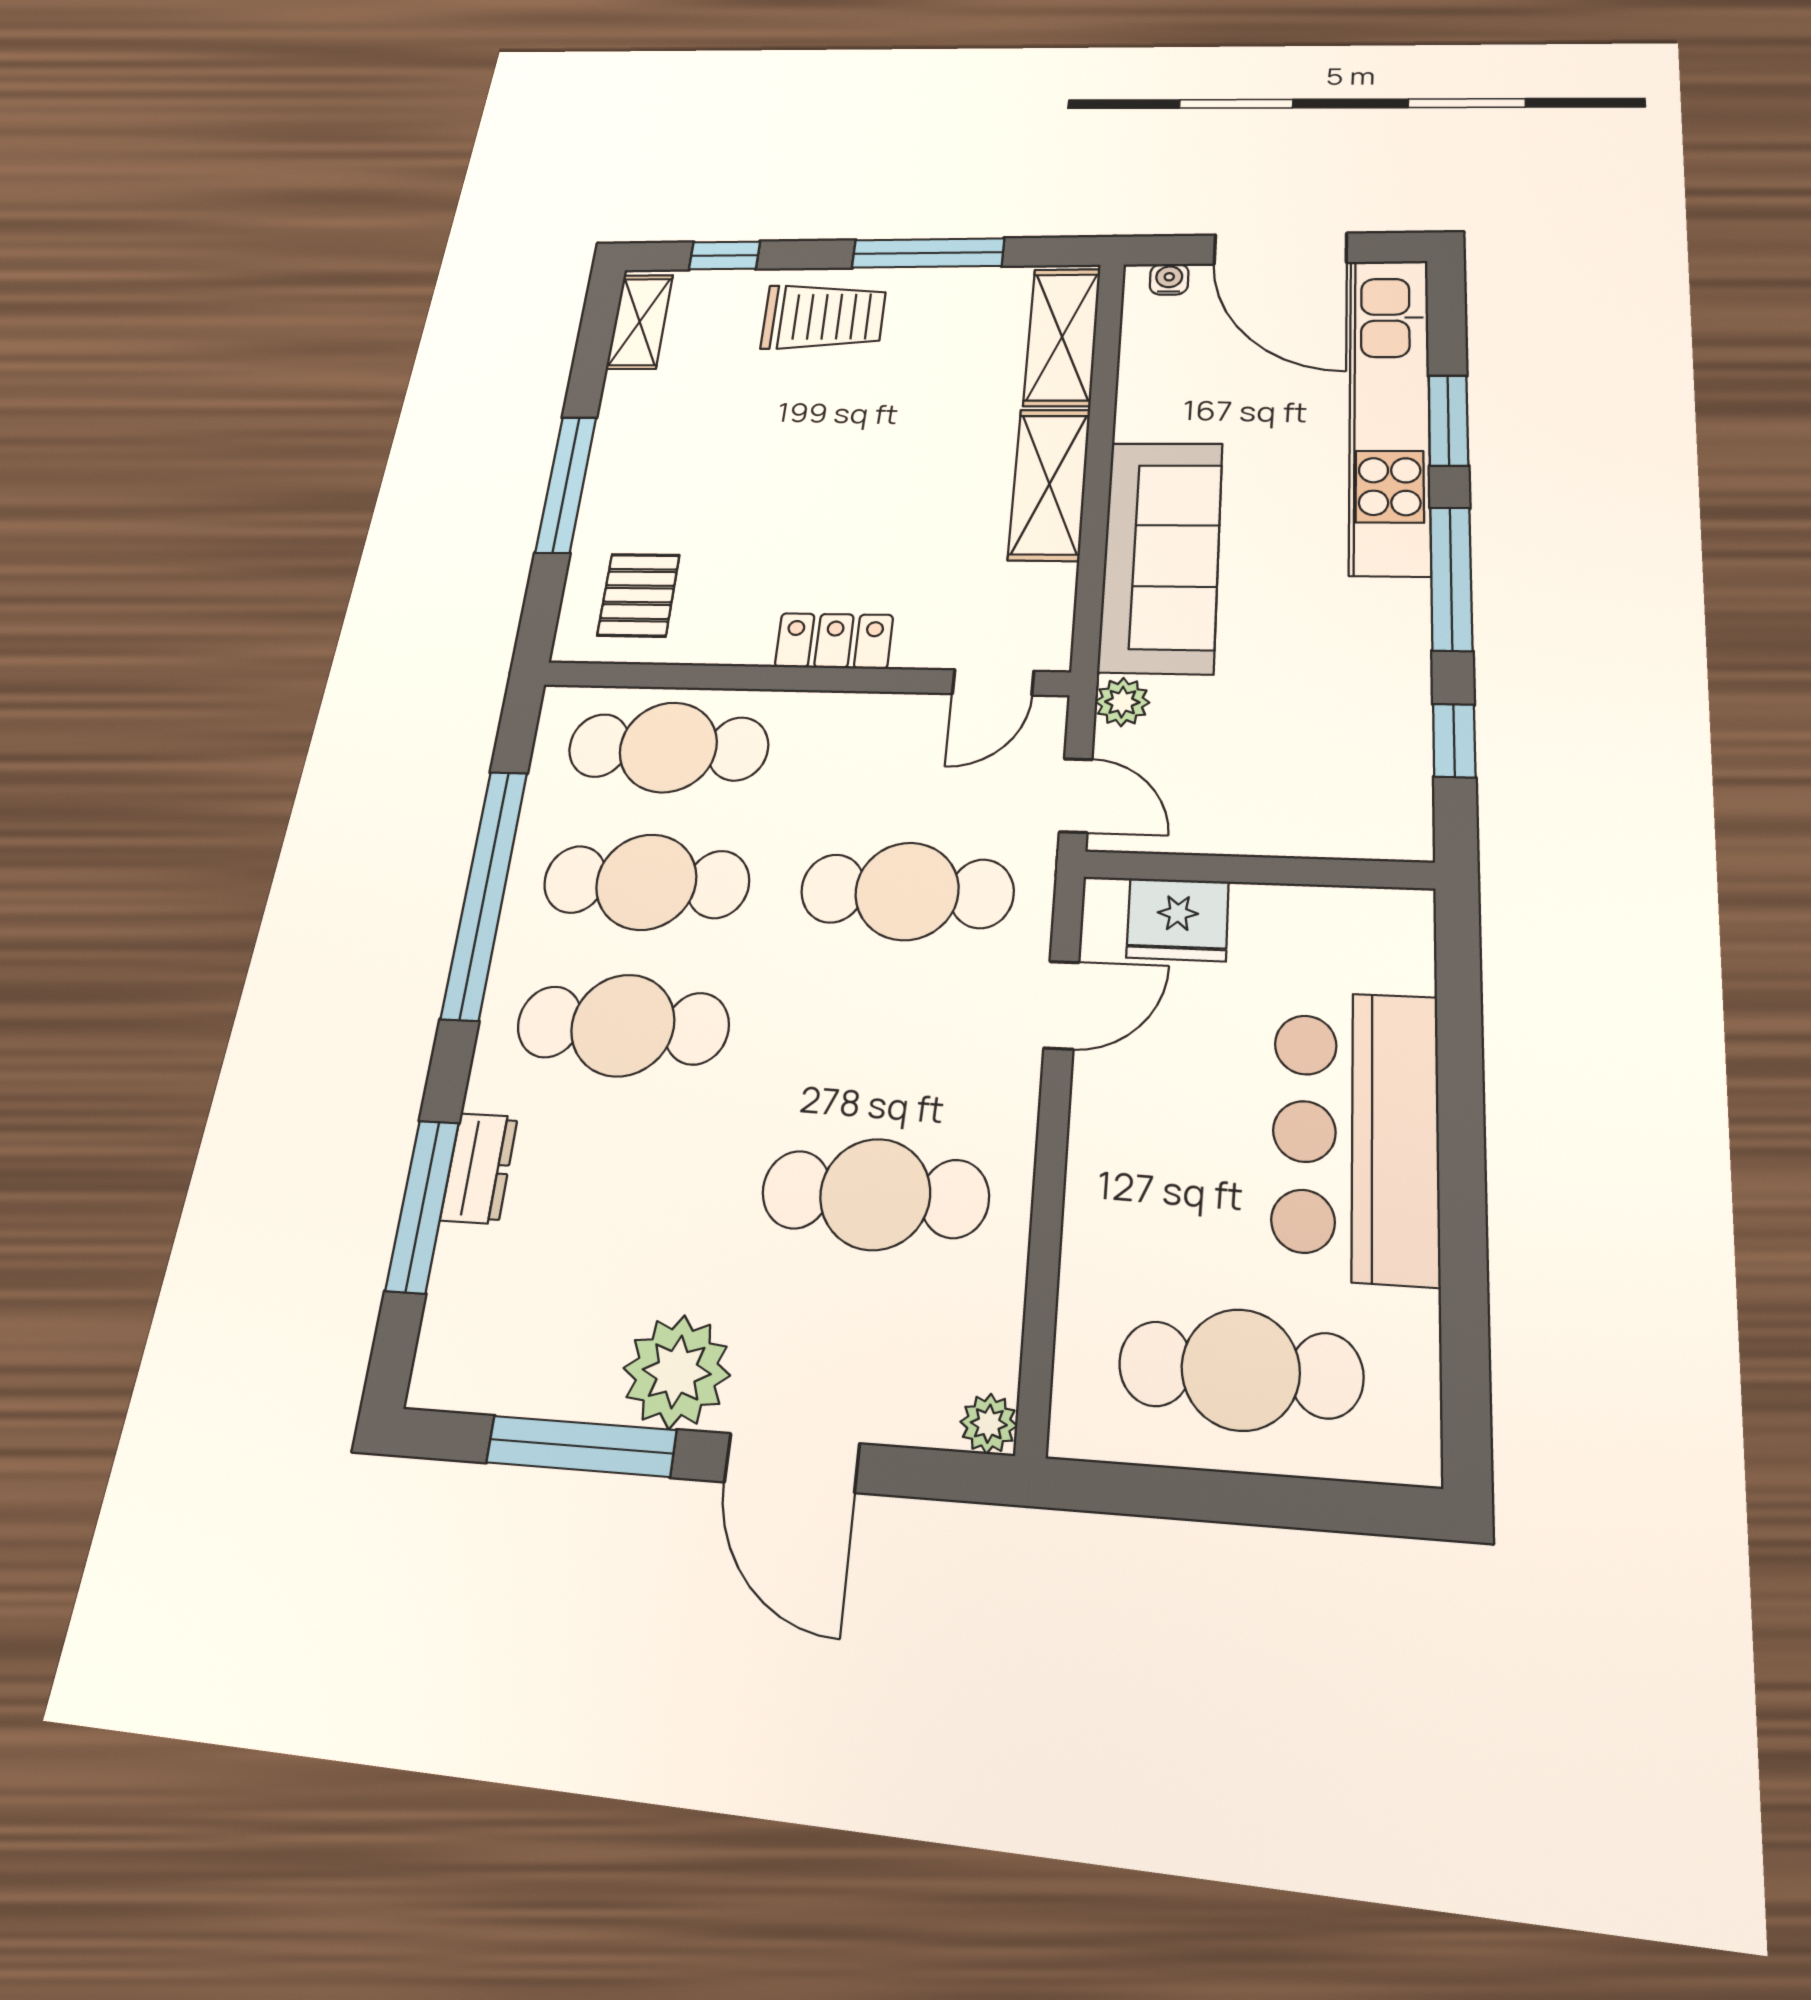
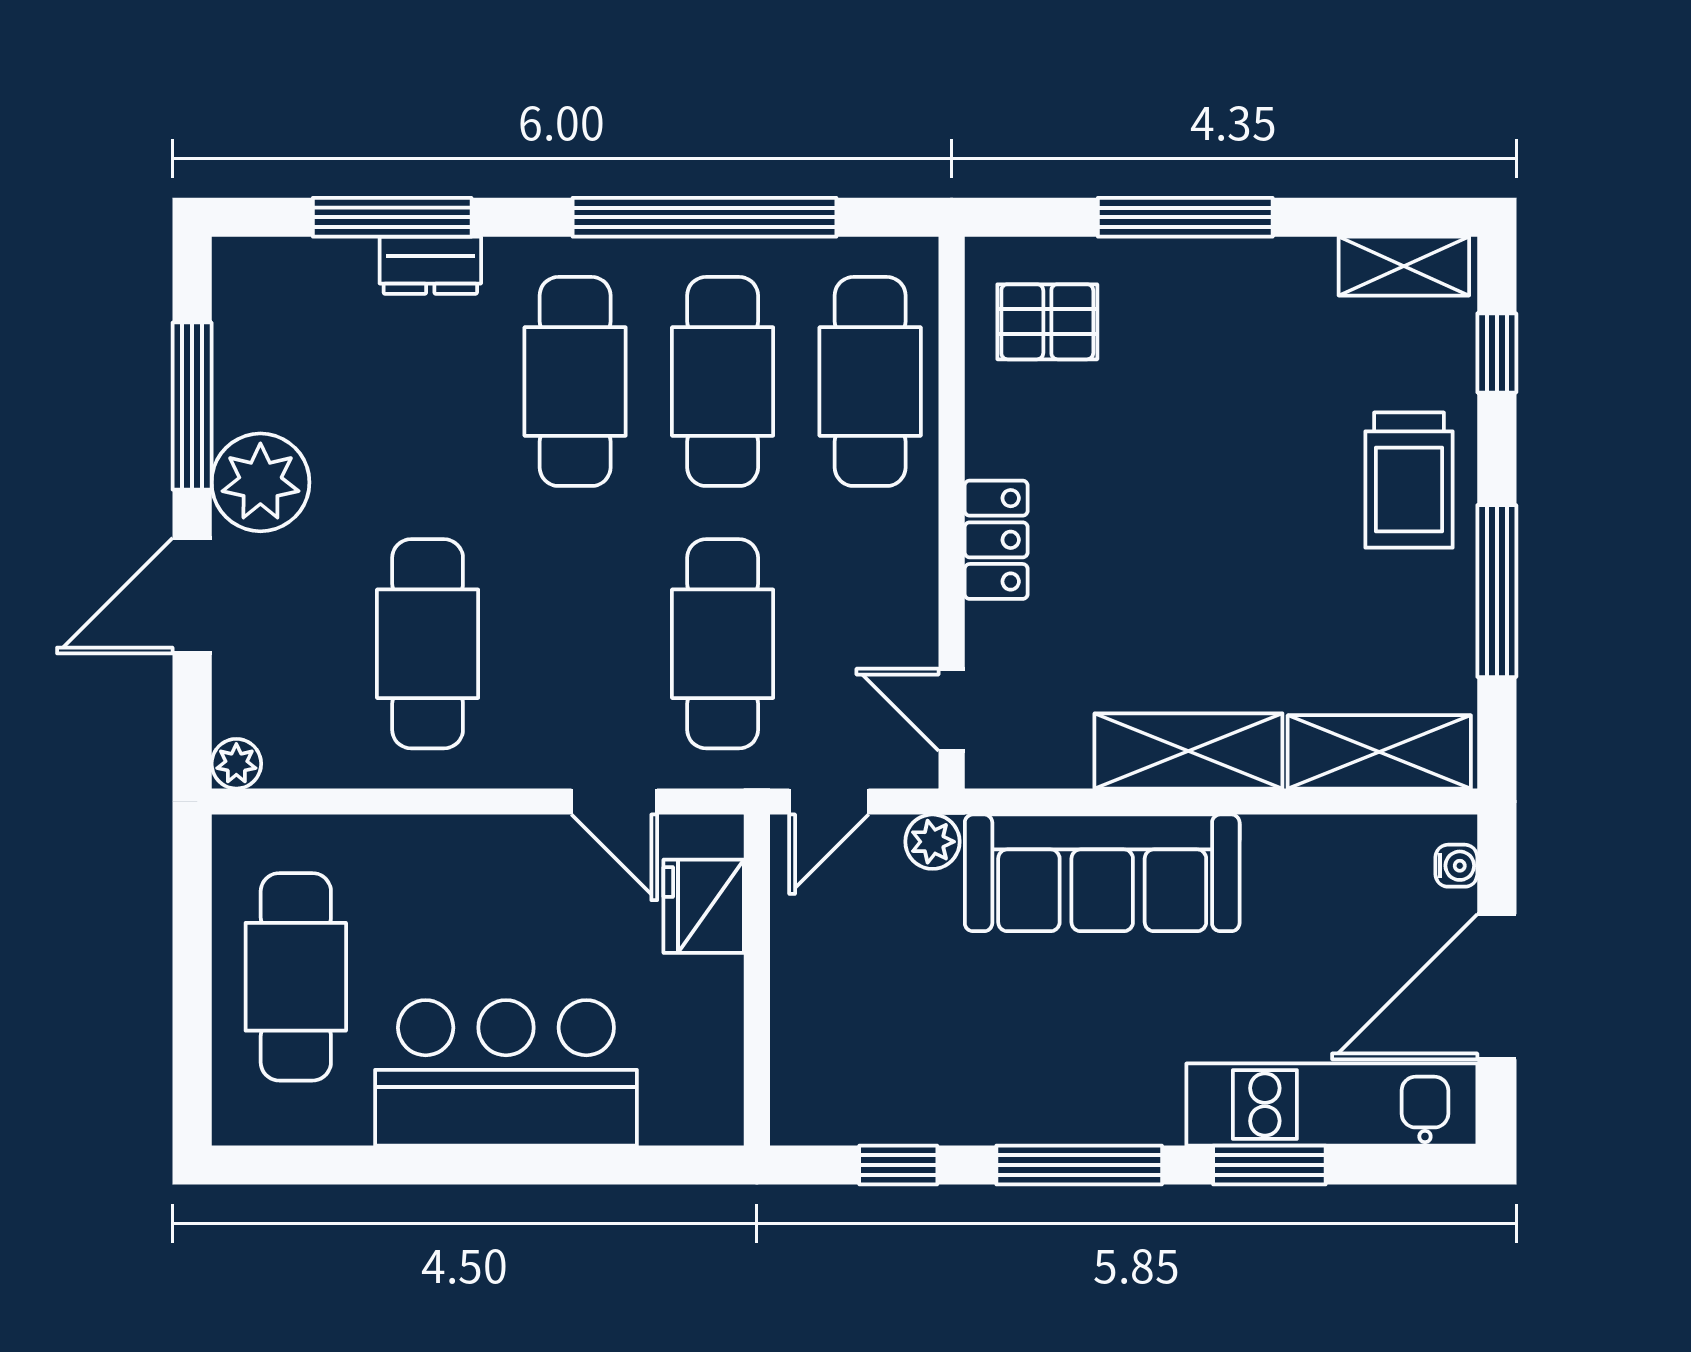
kitchen unit: (1389, 413) -> (1332, 1105), width x0.73

